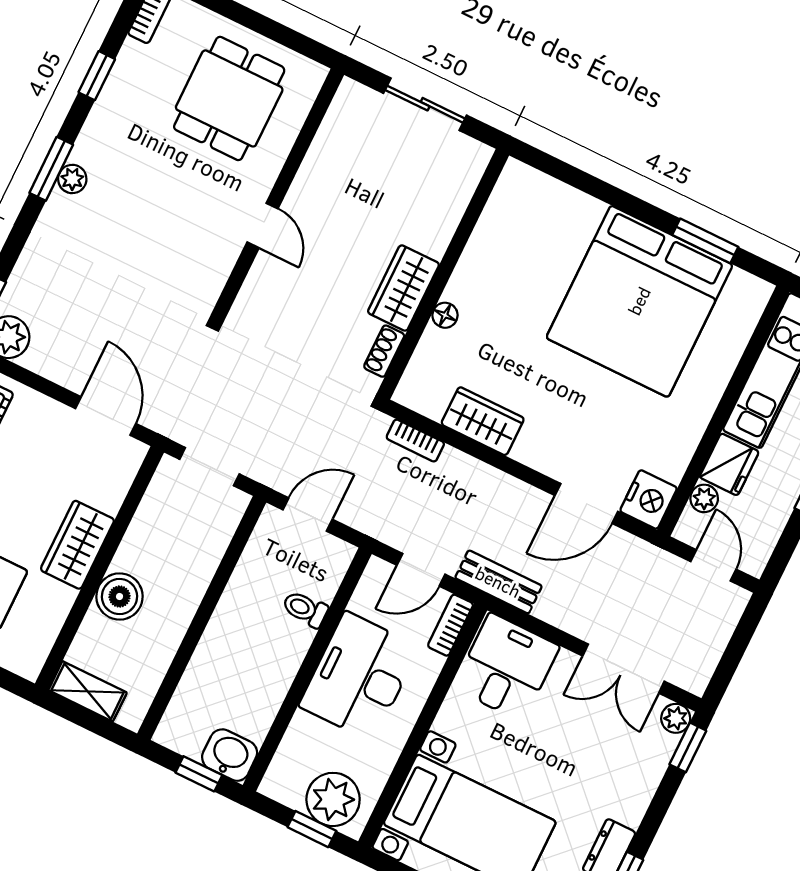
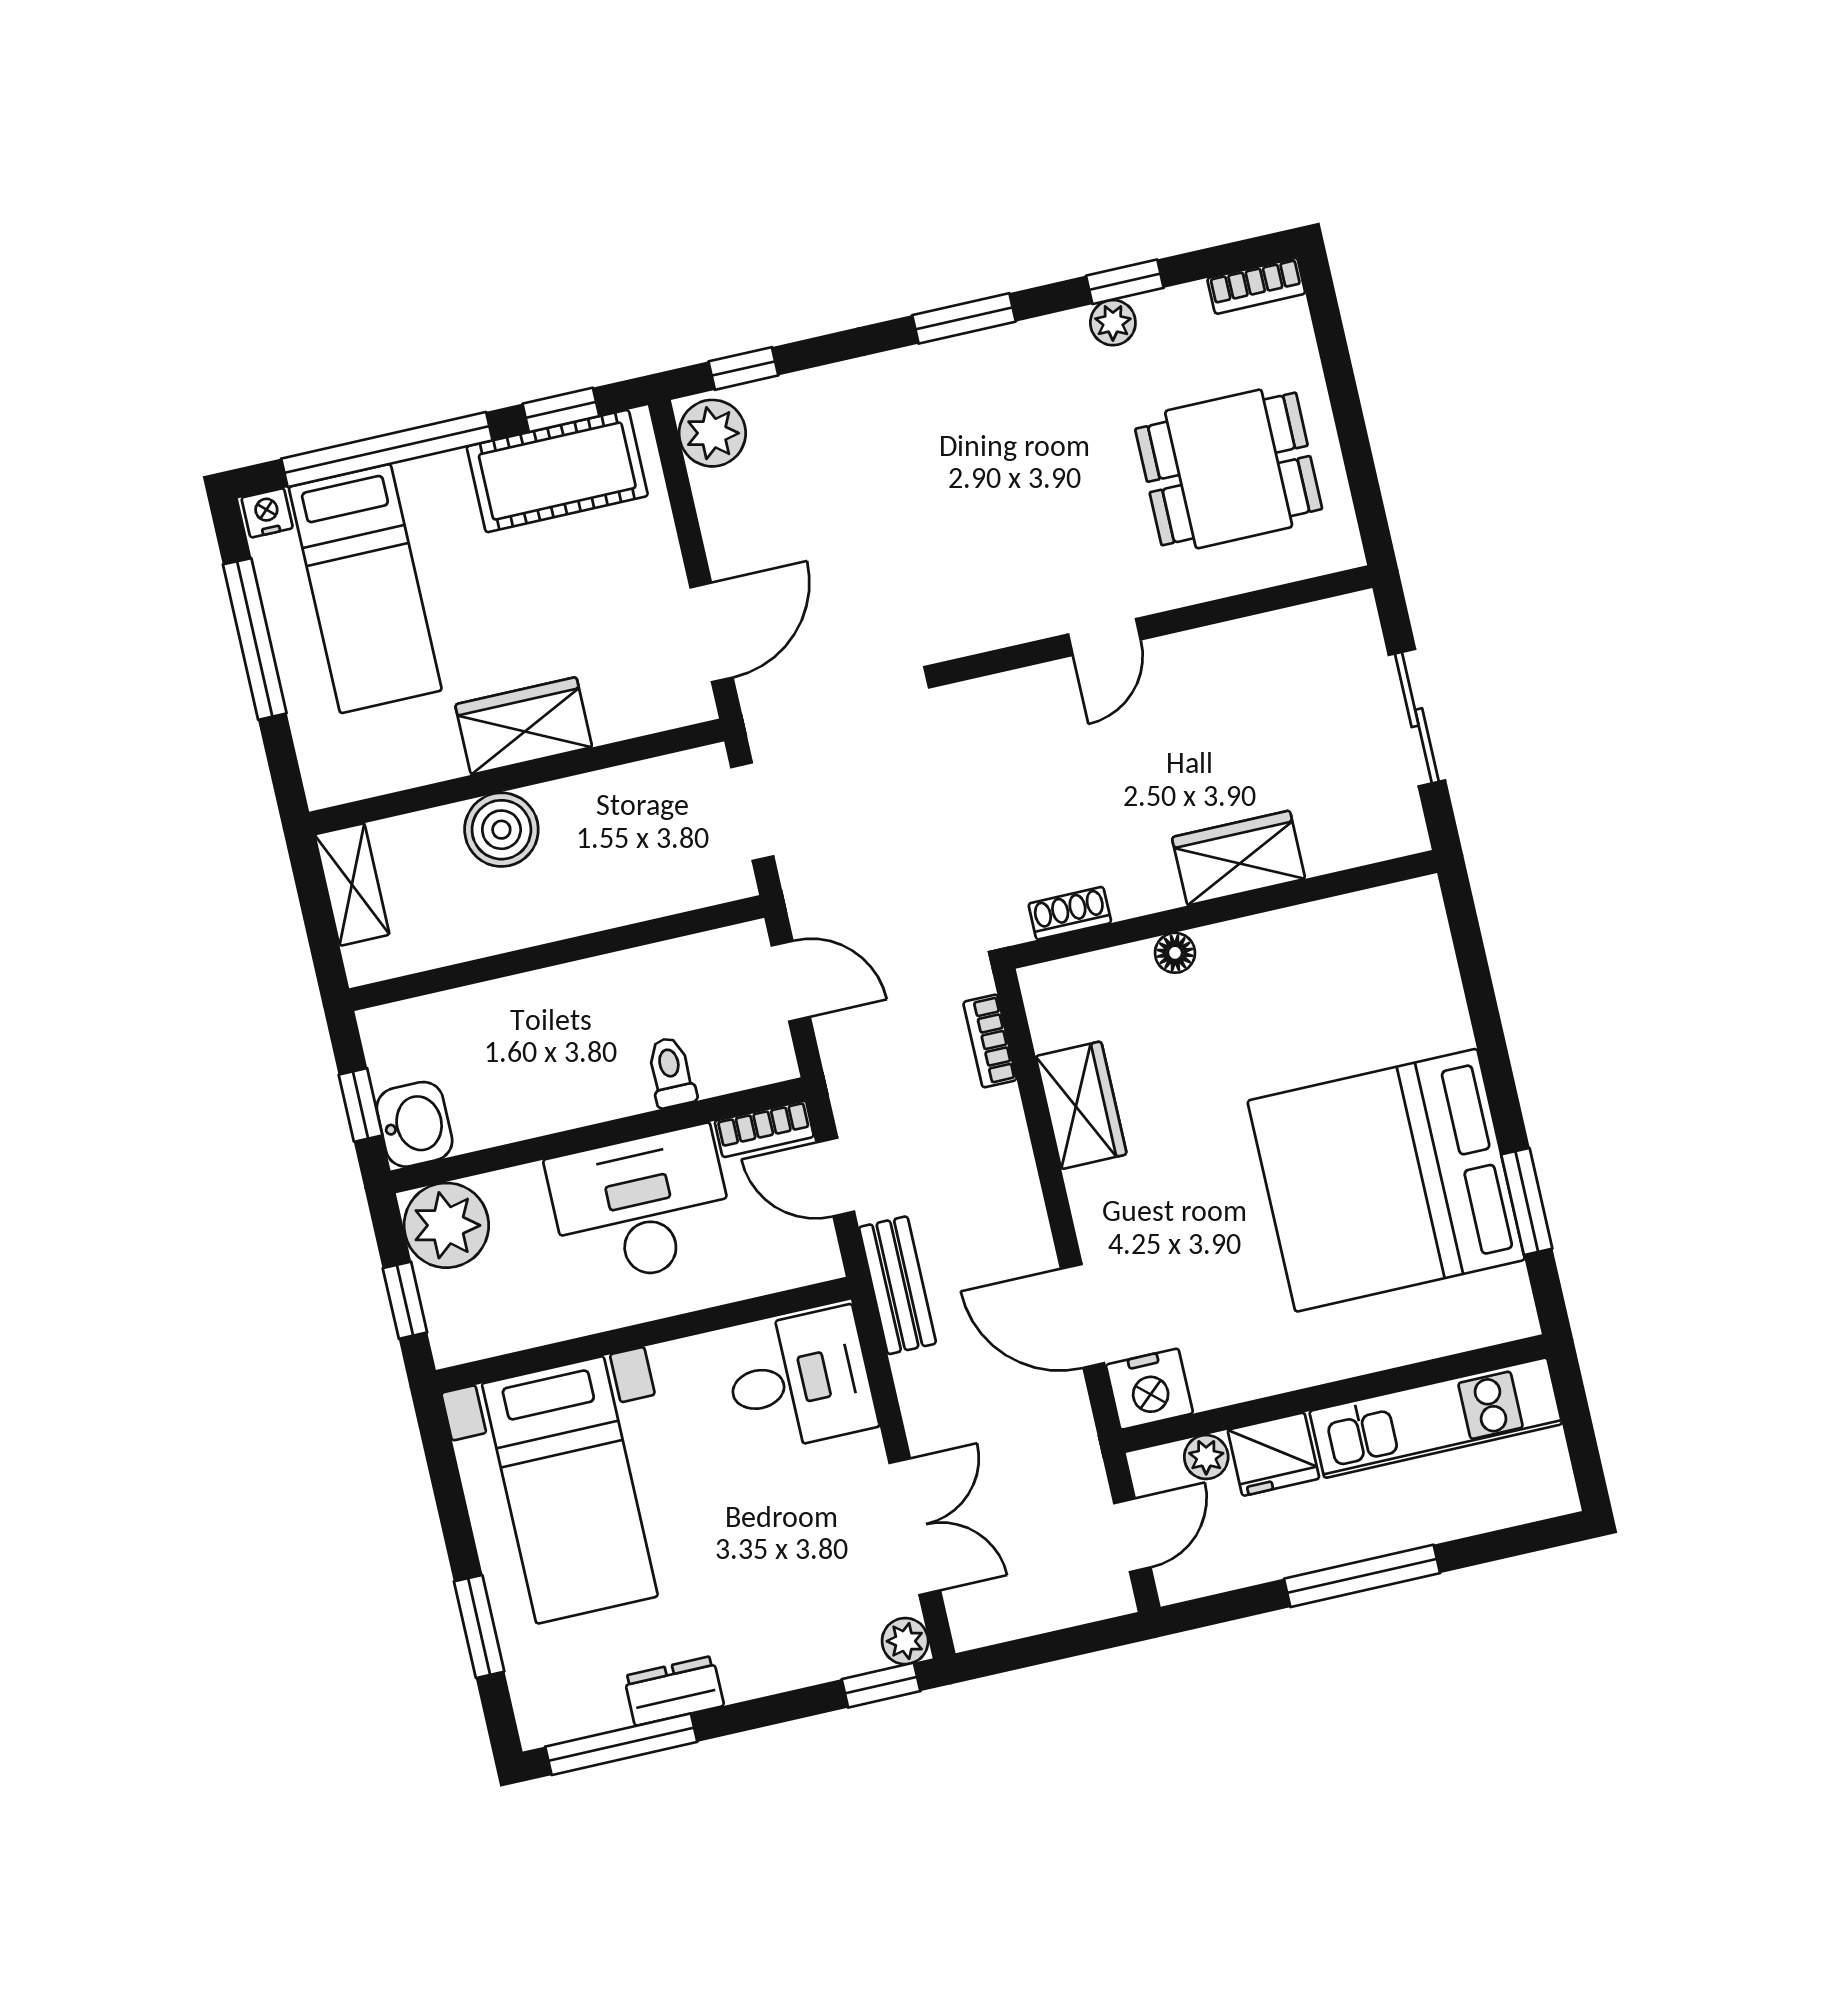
plant: (72, 179) -> (1113, 323), moved
wardrobe: (403, 288) -> (1239, 858), moved
bookcase: (451, 625) -> (764, 1129), moved, turned 180
double door: (623, 669) -> (915, 1527), swing flipped
plant: (333, 799) -> (446, 1225), moved

